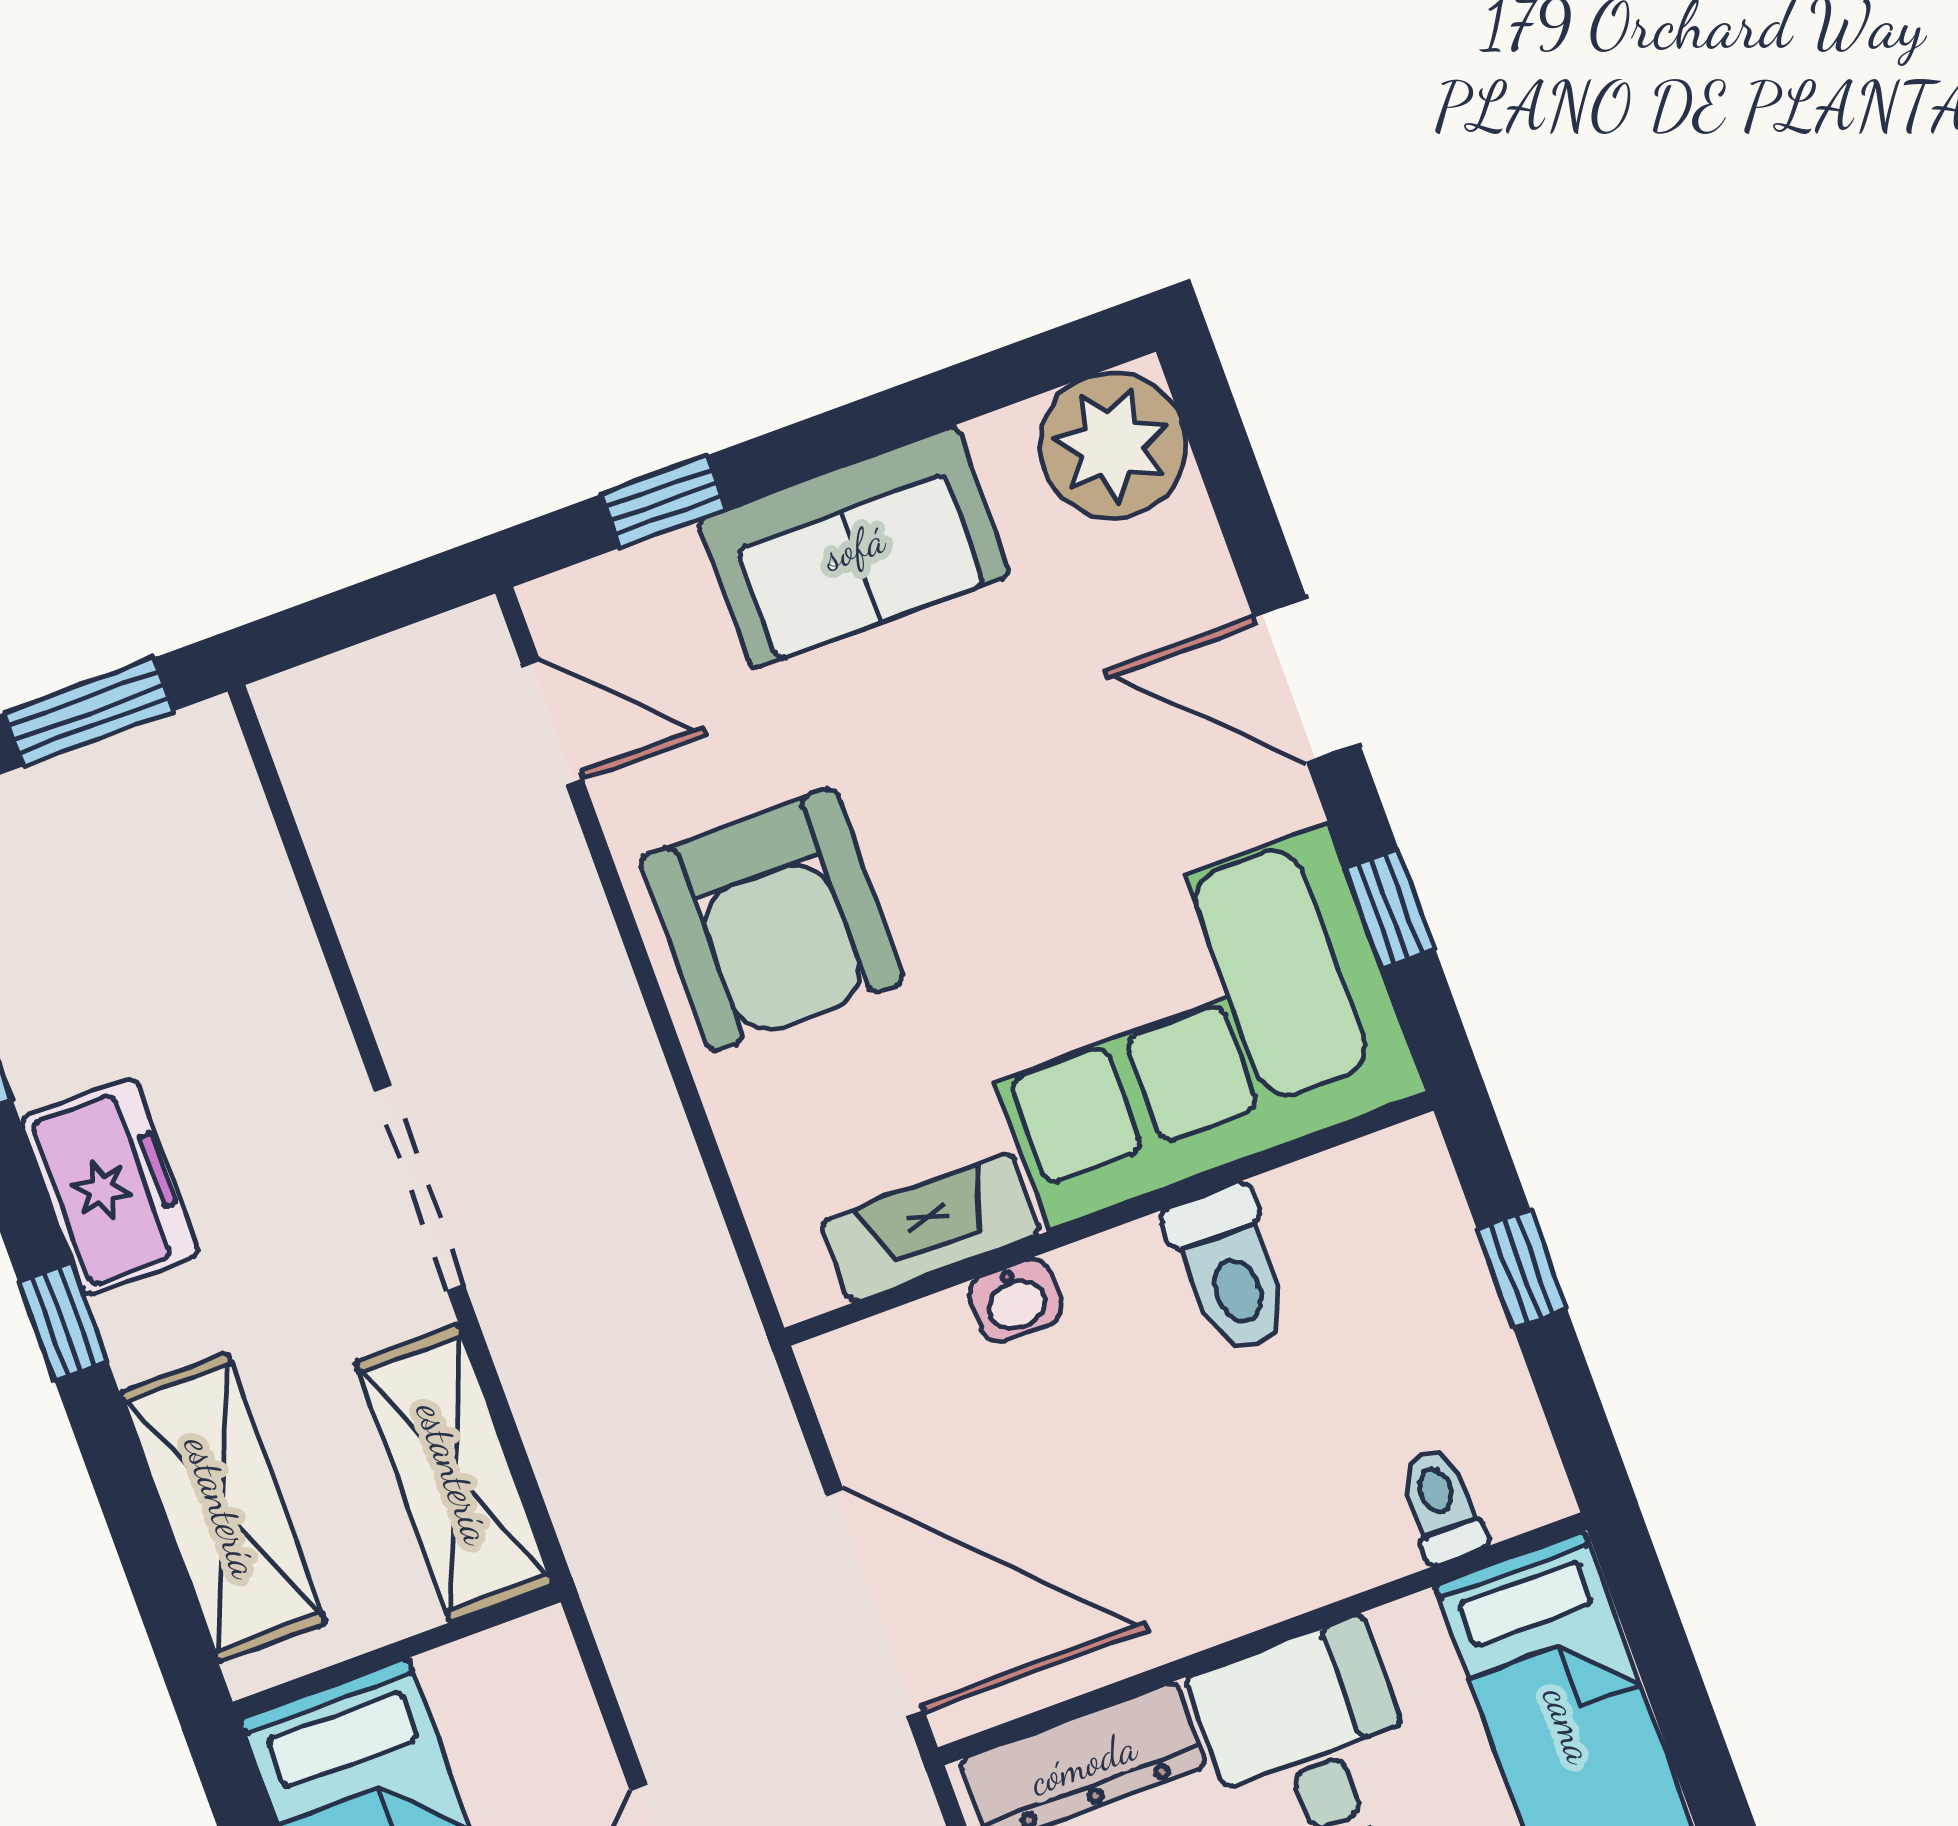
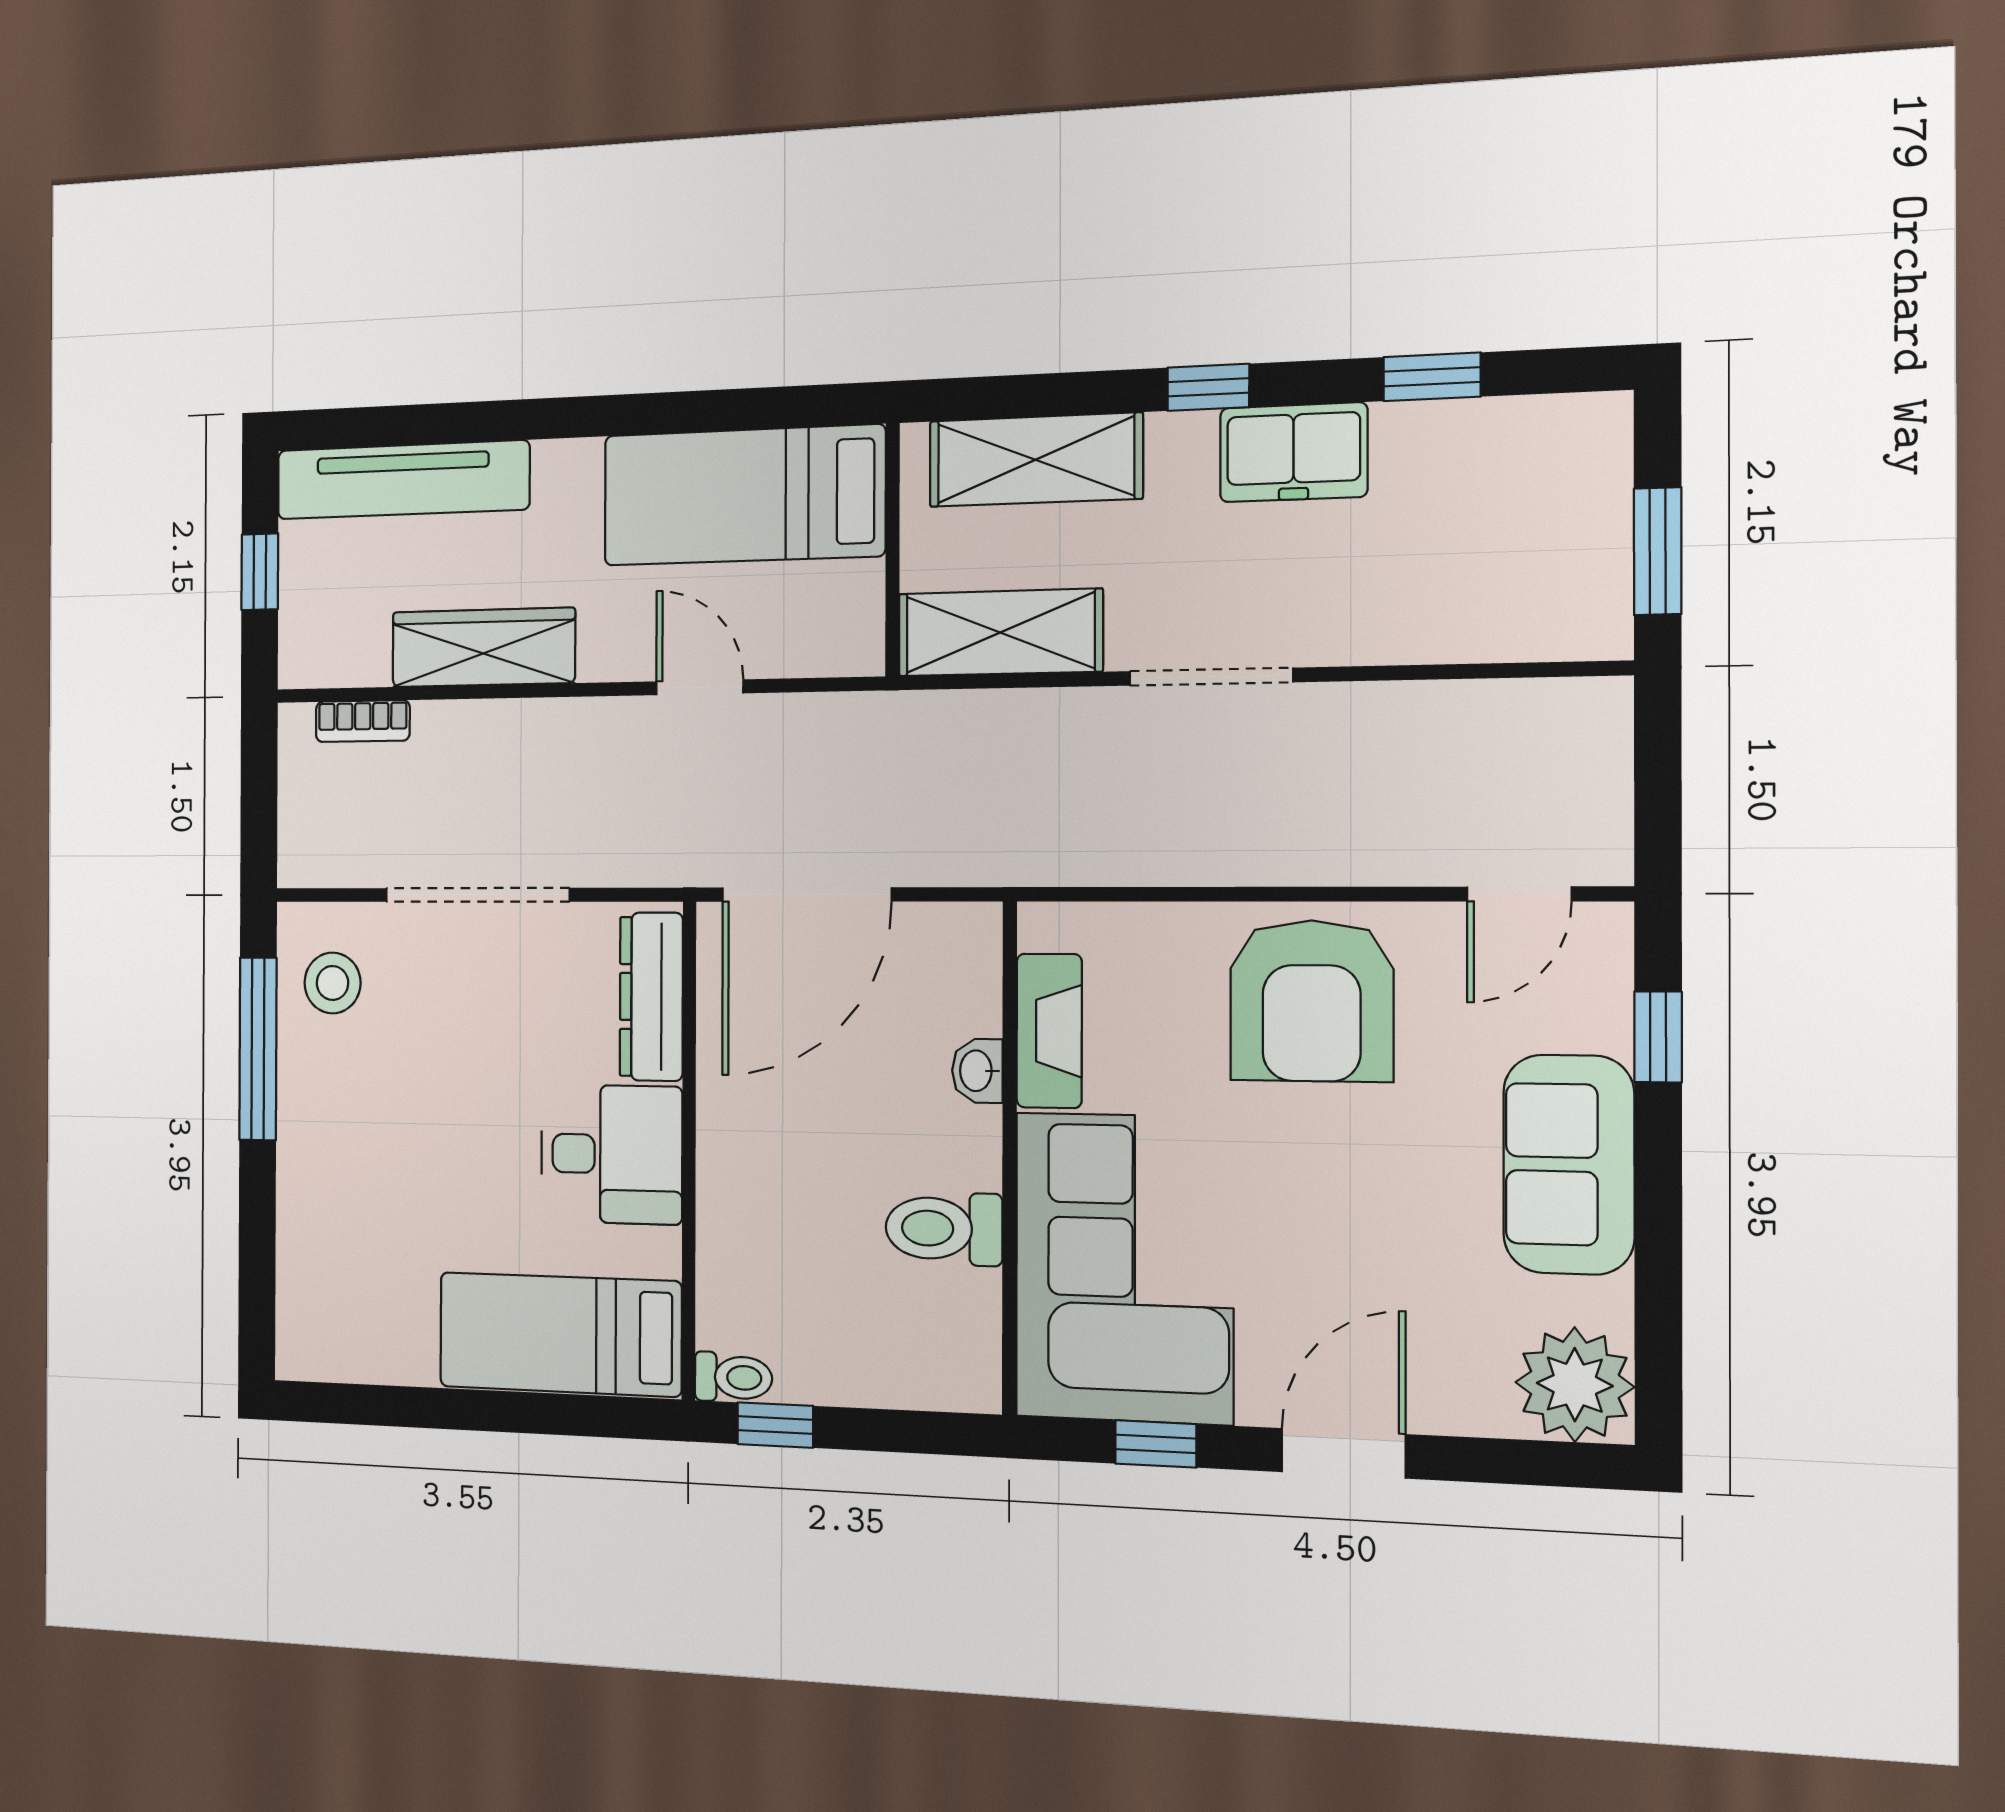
armchair: (772, 920) -> (1312, 1001), turned -90
window: (1522, 1269) -> (775, 1425), moved
toilet: (1441, 1505) -> (733, 1377), moved

